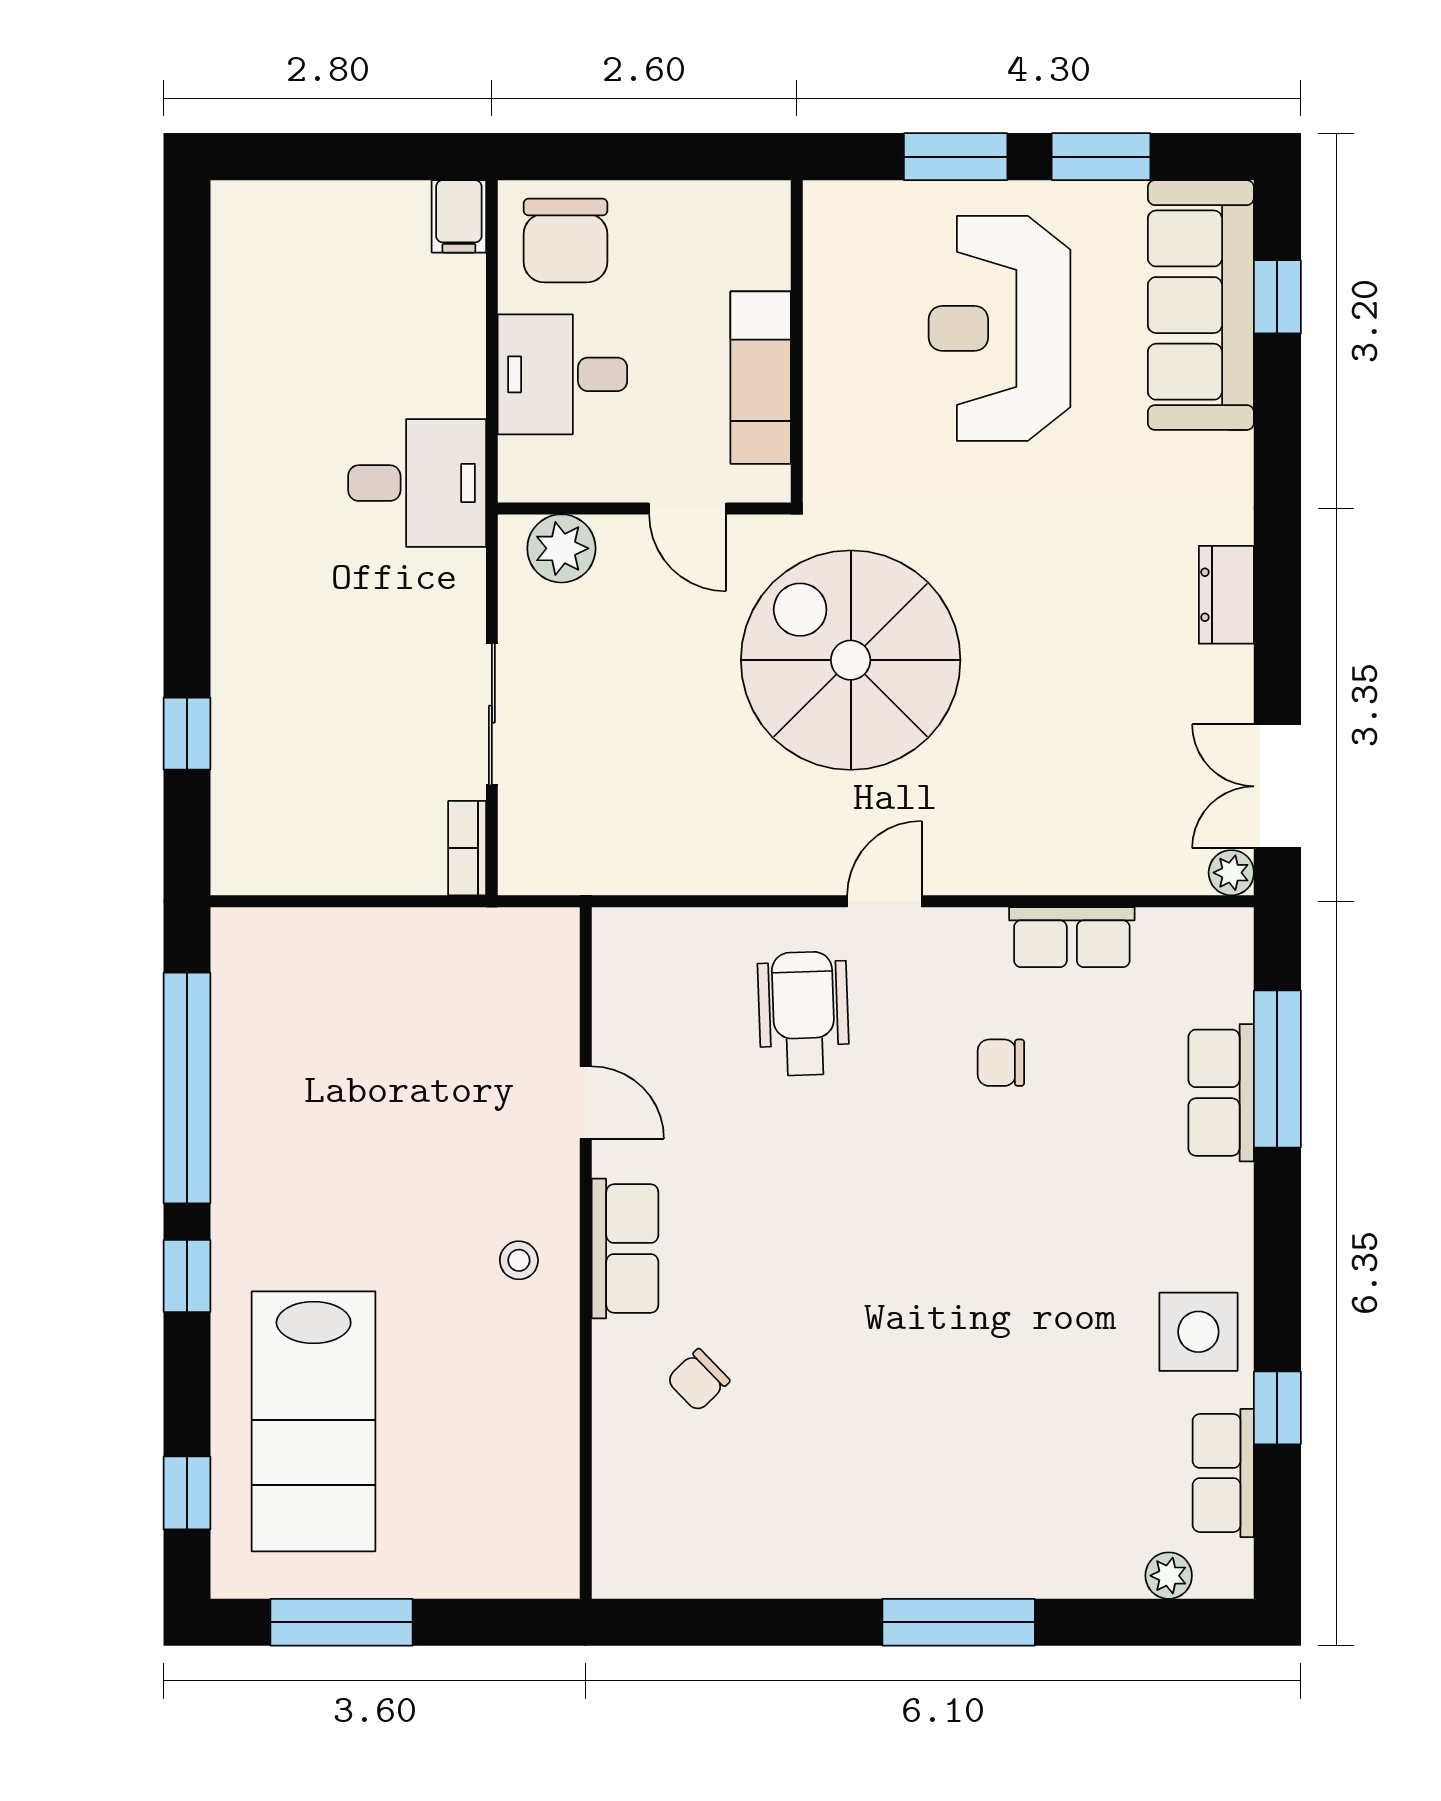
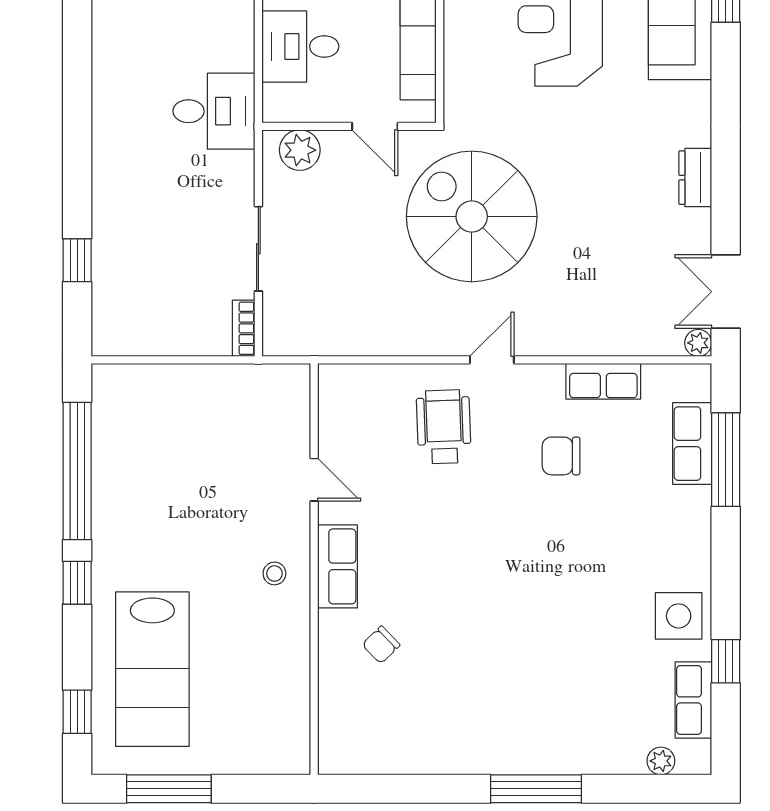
chair: (1001, 1063) -> (561, 456), width x1.37, depth x1.37
row of seats: (1221, 1093) -> (692, 444), moved

